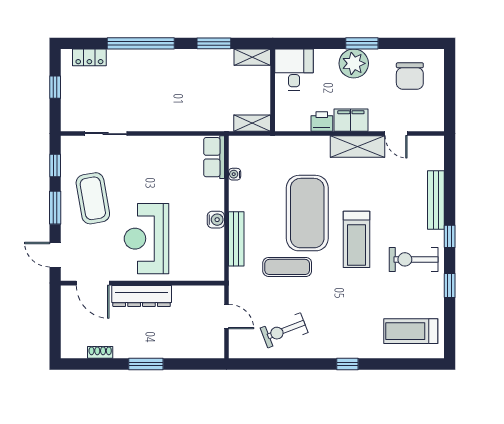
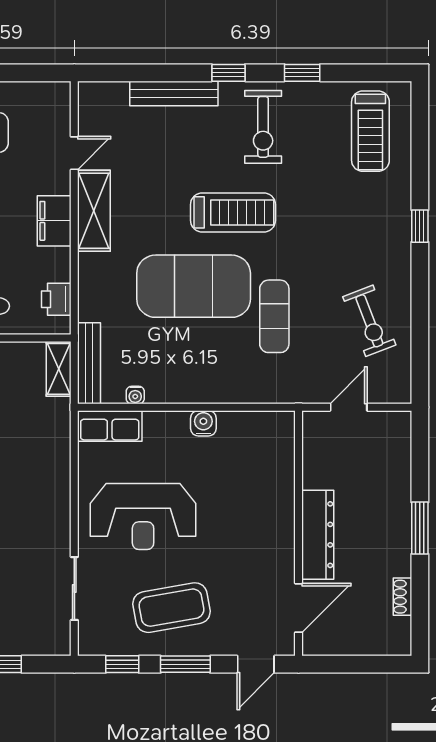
printer: (322, 122) -> (56, 299), moved
reception desk: (146, 239) -> (143, 516), moved
bench: (236, 239) -> (89, 363), moved, turned 90

